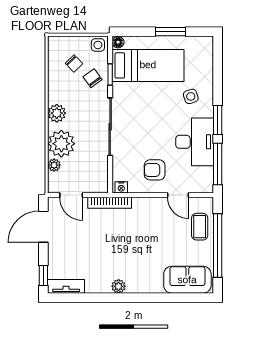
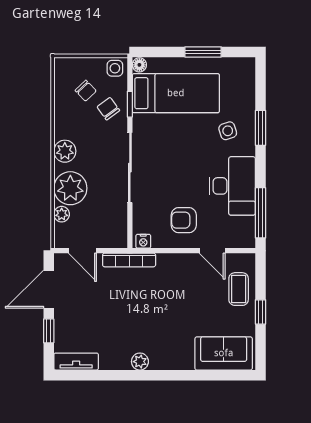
window: (218, 120) -> (260, 128), moved
window: (218, 246) -> (260, 312), width x0.32
window: (43, 275) -> (49, 331), moved

